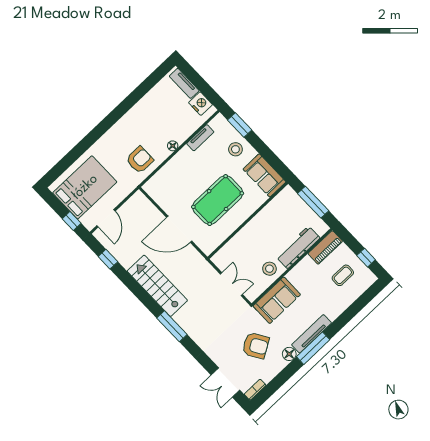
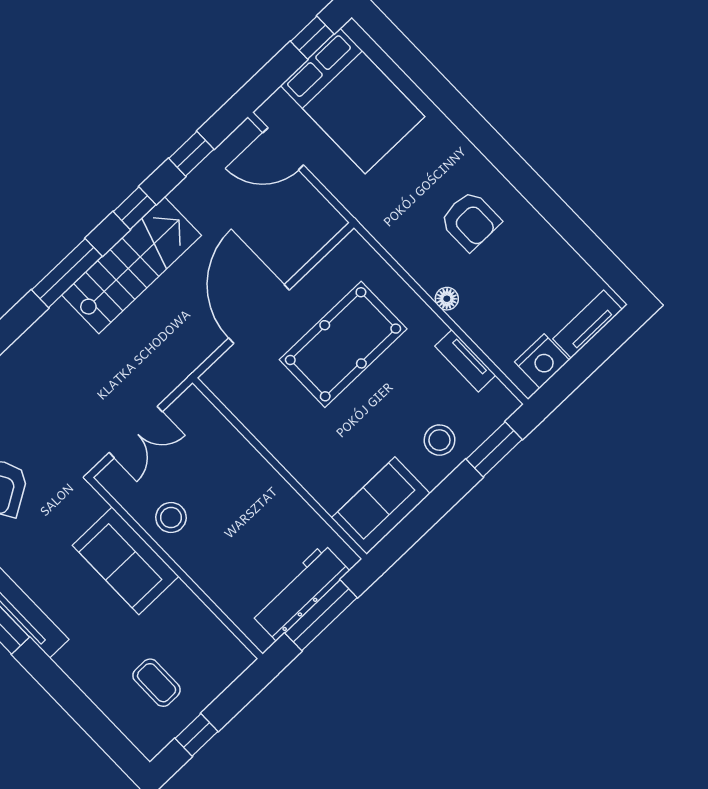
armchair: (140, 160) -> (470, 221), moved
pool table: (218, 200) -> (343, 344), moved, turned 90
window: (72, 221) -> (312, 38), moved
workbench: (298, 247) -> (300, 592), moved, turned -90
piano: (325, 247) -> (219, 643), removed
window: (132, 284) -> (135, 208), added
sofa: (277, 300) -> (126, 561), moved
window: (172, 326) -> (67, 273), moved

